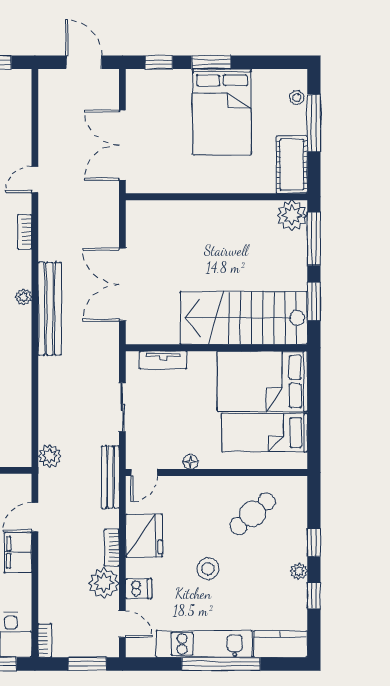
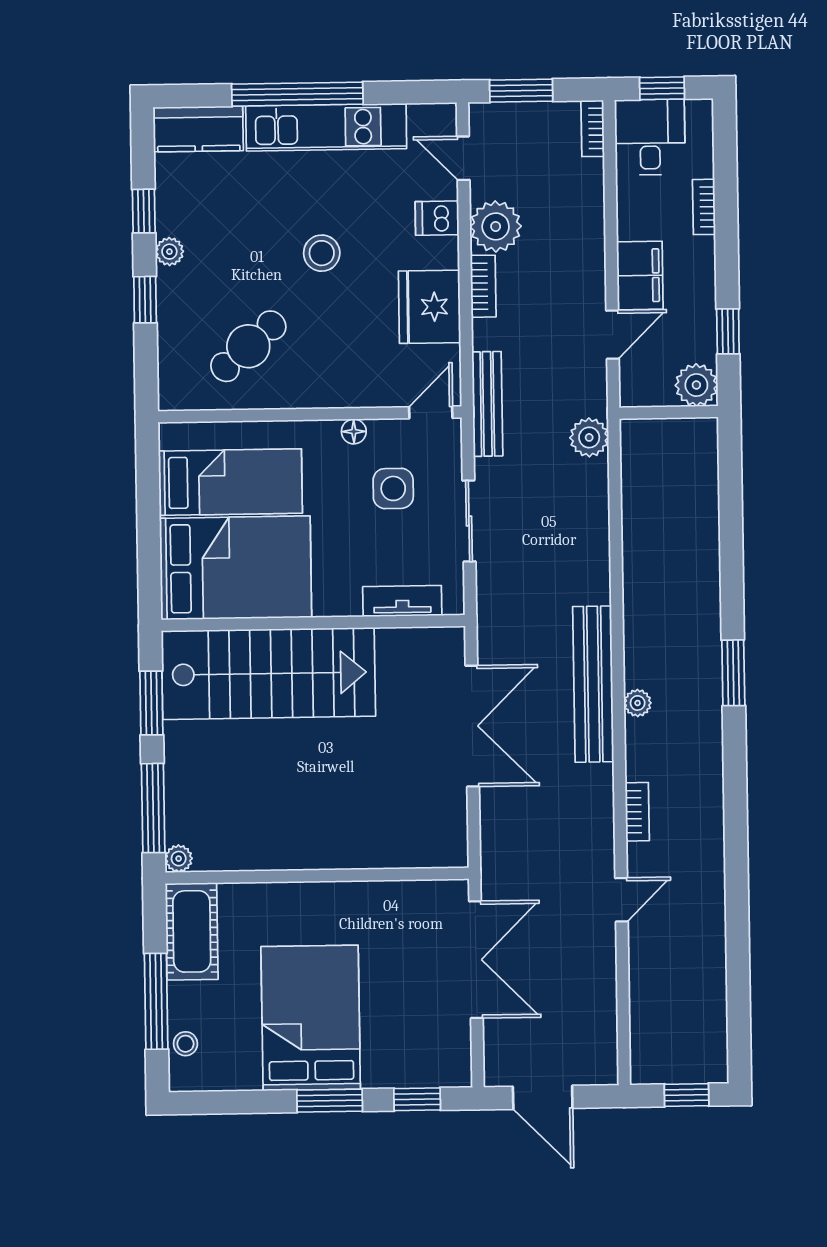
plant: (292, 215) -> (179, 859), width x0.53, depth x0.53
side table: (167, 427) -> (393, 488), added

